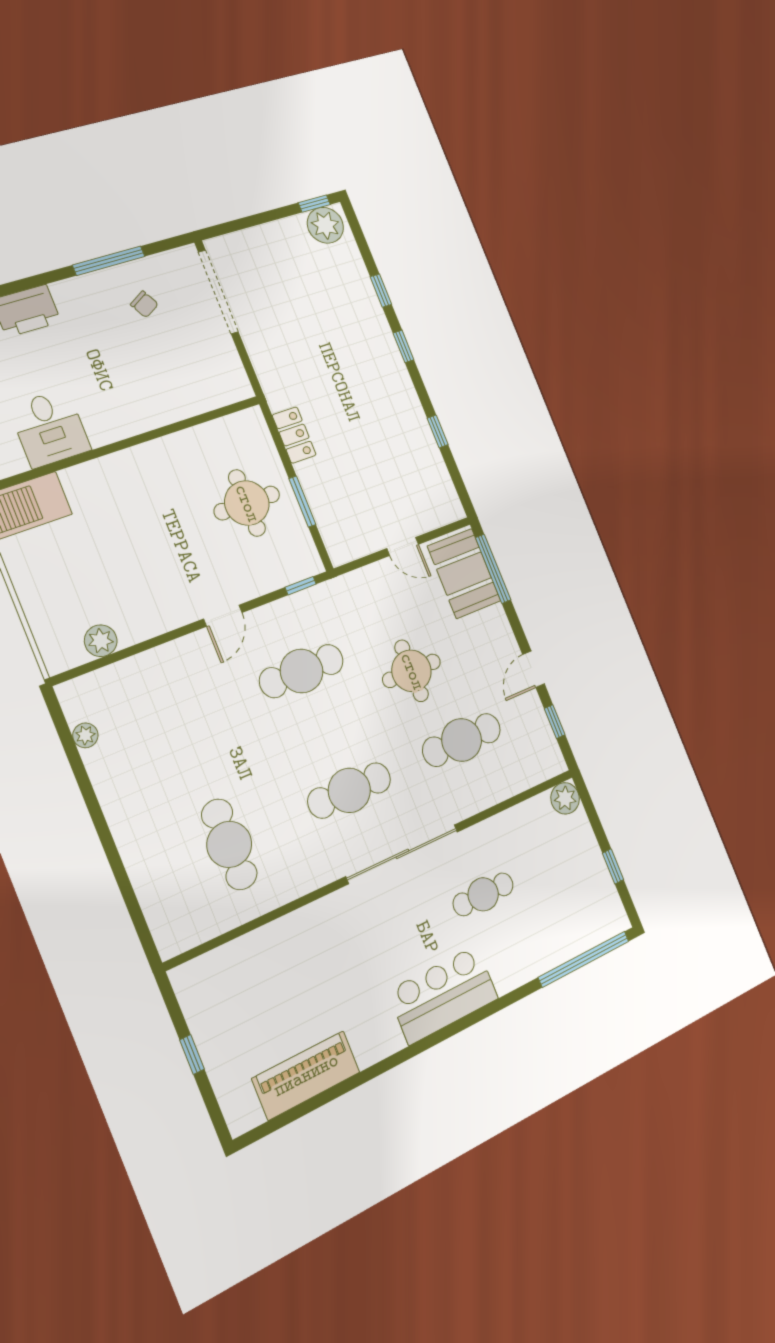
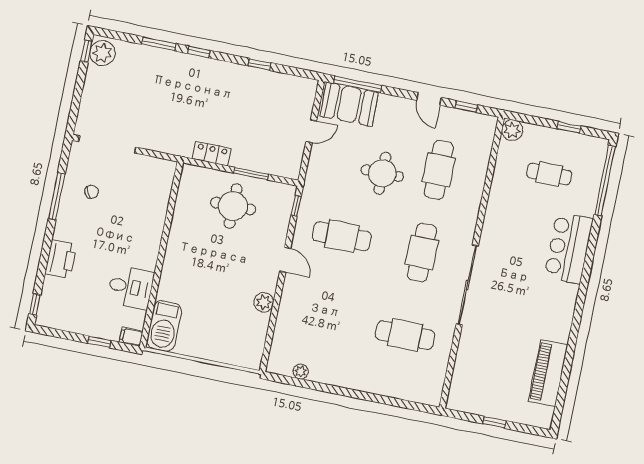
window: (381, 291) -> (159, 44), width x1.50
plant: (101, 641) -> (264, 302), moved
cafe table: (302, 671) -> (342, 236), turned 90
sliding door: (402, 854) -> (467, 285), moved
cafe table: (483, 894) -> (549, 174), moved, turned 90
bar counter: (443, 995) -> (569, 248), moved

